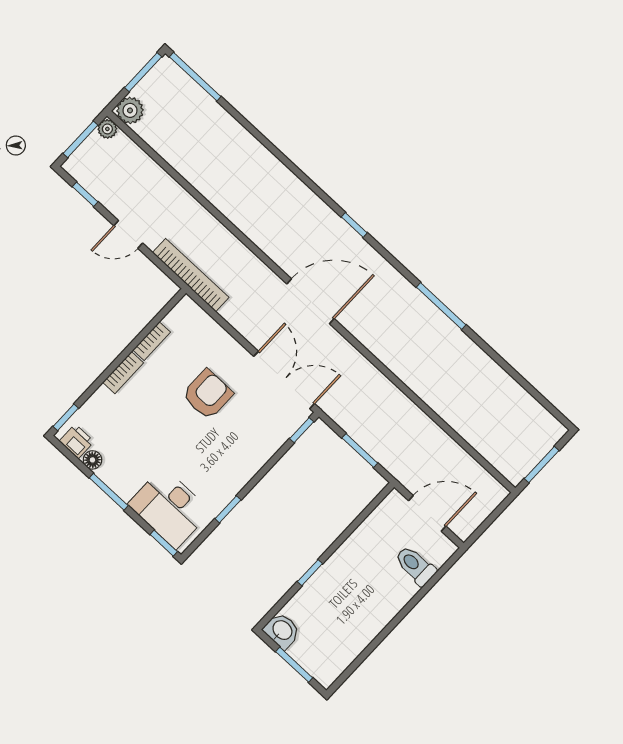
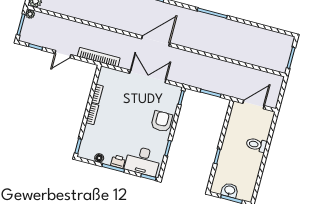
double door: (284, 380) -> (148, 77), moved
armchair: (207, 394) -> (162, 121), moved
printer: (77, 441) -> (118, 162), moved
toilet: (415, 566) -> (256, 145), moved
washbasin: (282, 631) -> (230, 190), moved

